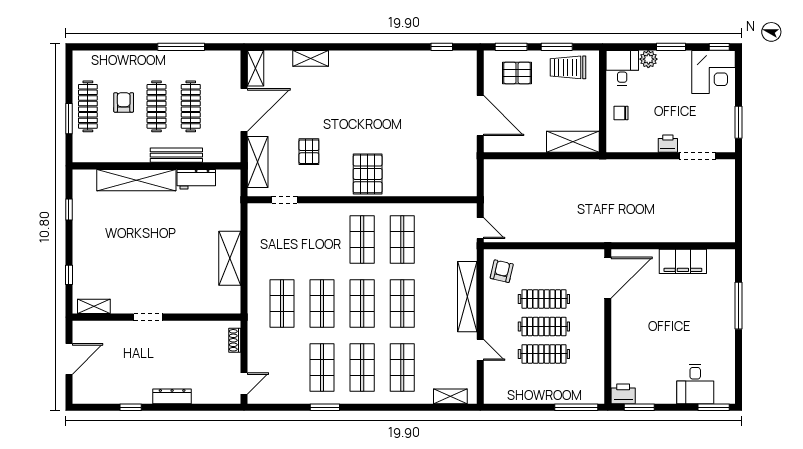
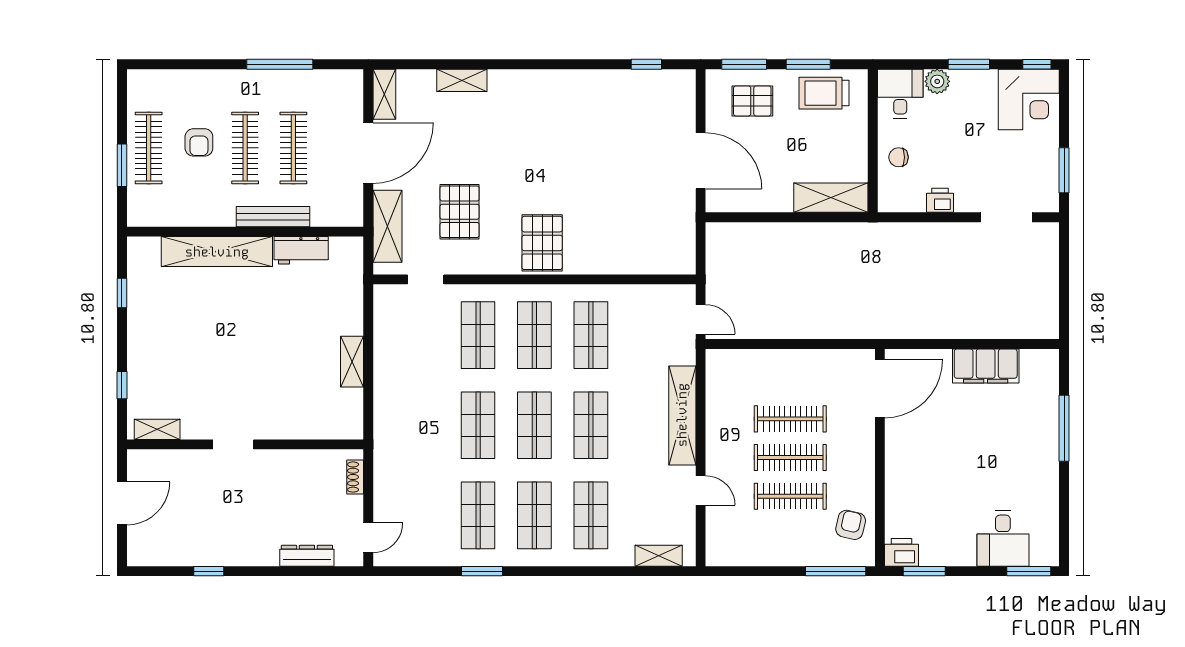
armchair: (124, 102) -> (199, 142), turned 180
printer: (668, 144) -> (940, 200), moved
pallet: (309, 152) -> (460, 212), width x1.50, depth x1.42
shelving: (230, 258) -> (352, 362), width x0.67, depth x0.75
armchair: (502, 271) -> (851, 525), moved
shop shelf: (282, 304) -> (478, 335), moved
dresser: (172, 396) -> (307, 556), moved

